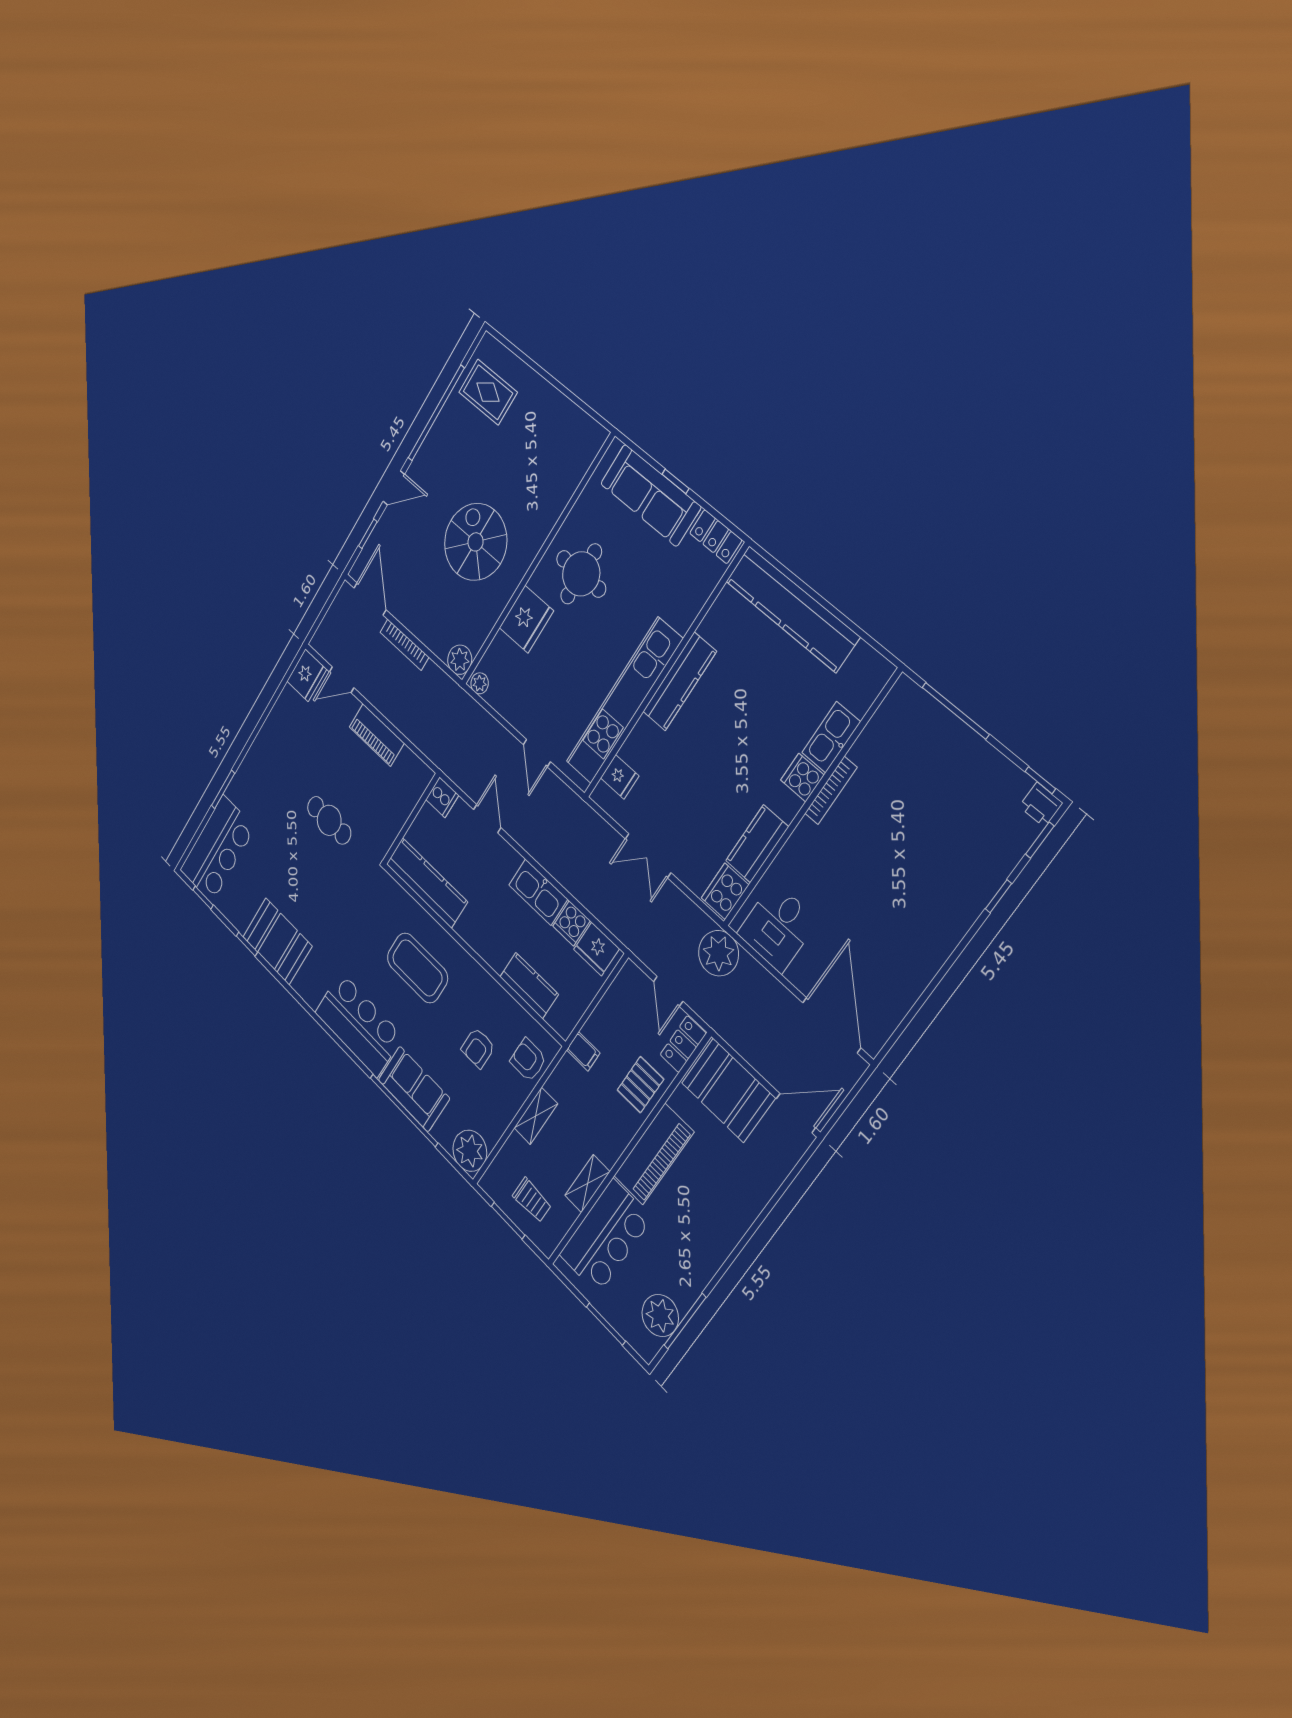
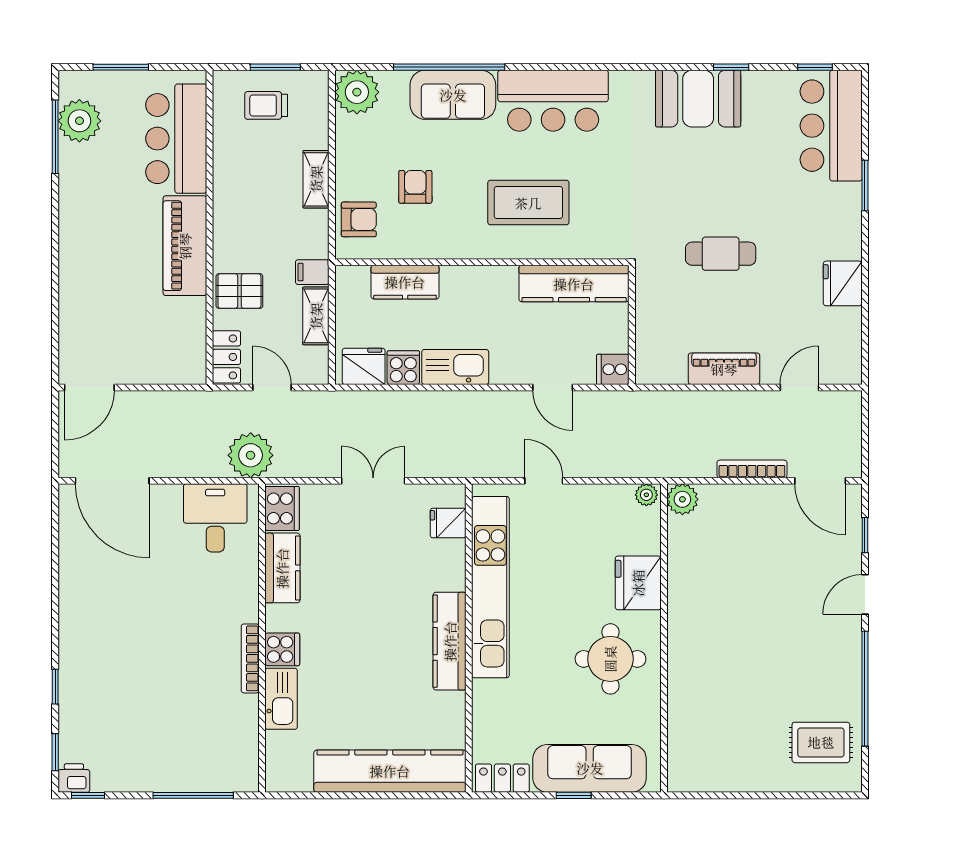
spiral stairs: (476, 542) -> (740, 610), removed
fridge: (307, 675) -> (843, 283), moved
pallet: (640, 1085) -> (239, 291), turned 90
booth: (728, 1090) -> (159, 355), removed
shelving: (587, 1184) -> (316, 316), moved

